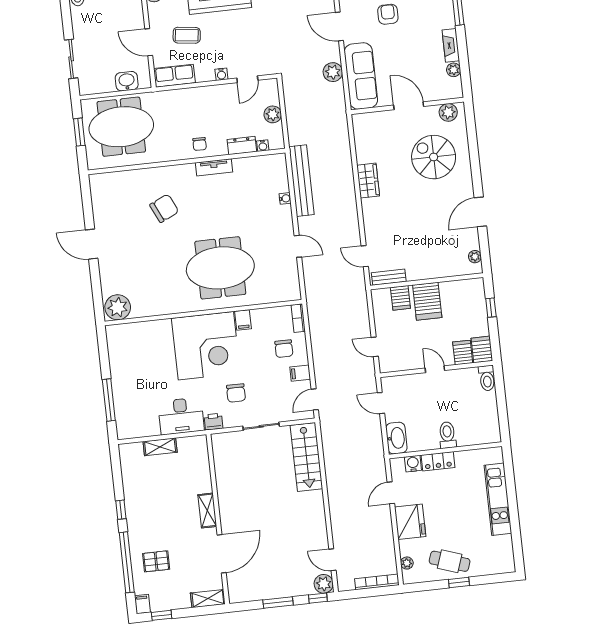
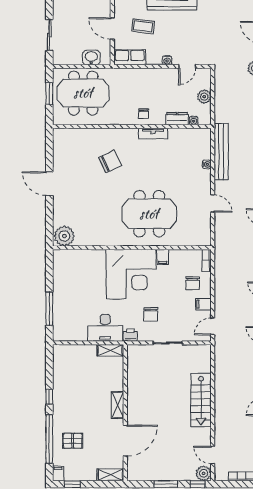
shelving: (160, 447) -> (110, 350), moved
stairs: (306, 457) -> (201, 400), moved

